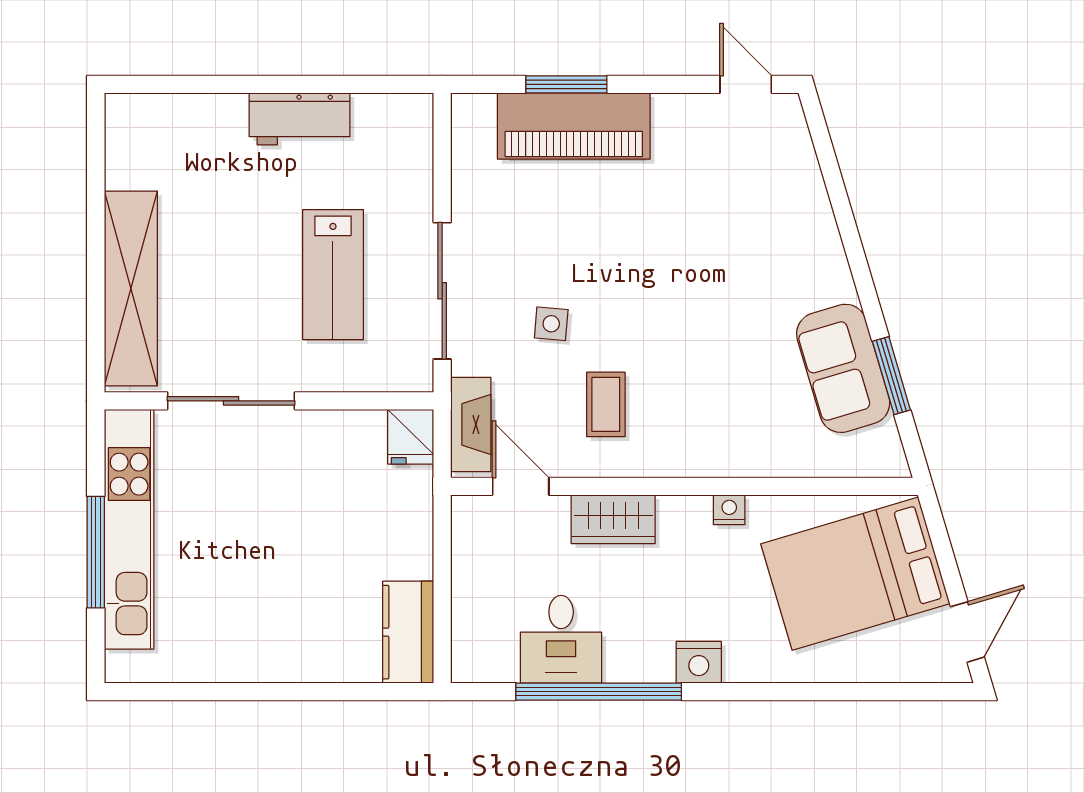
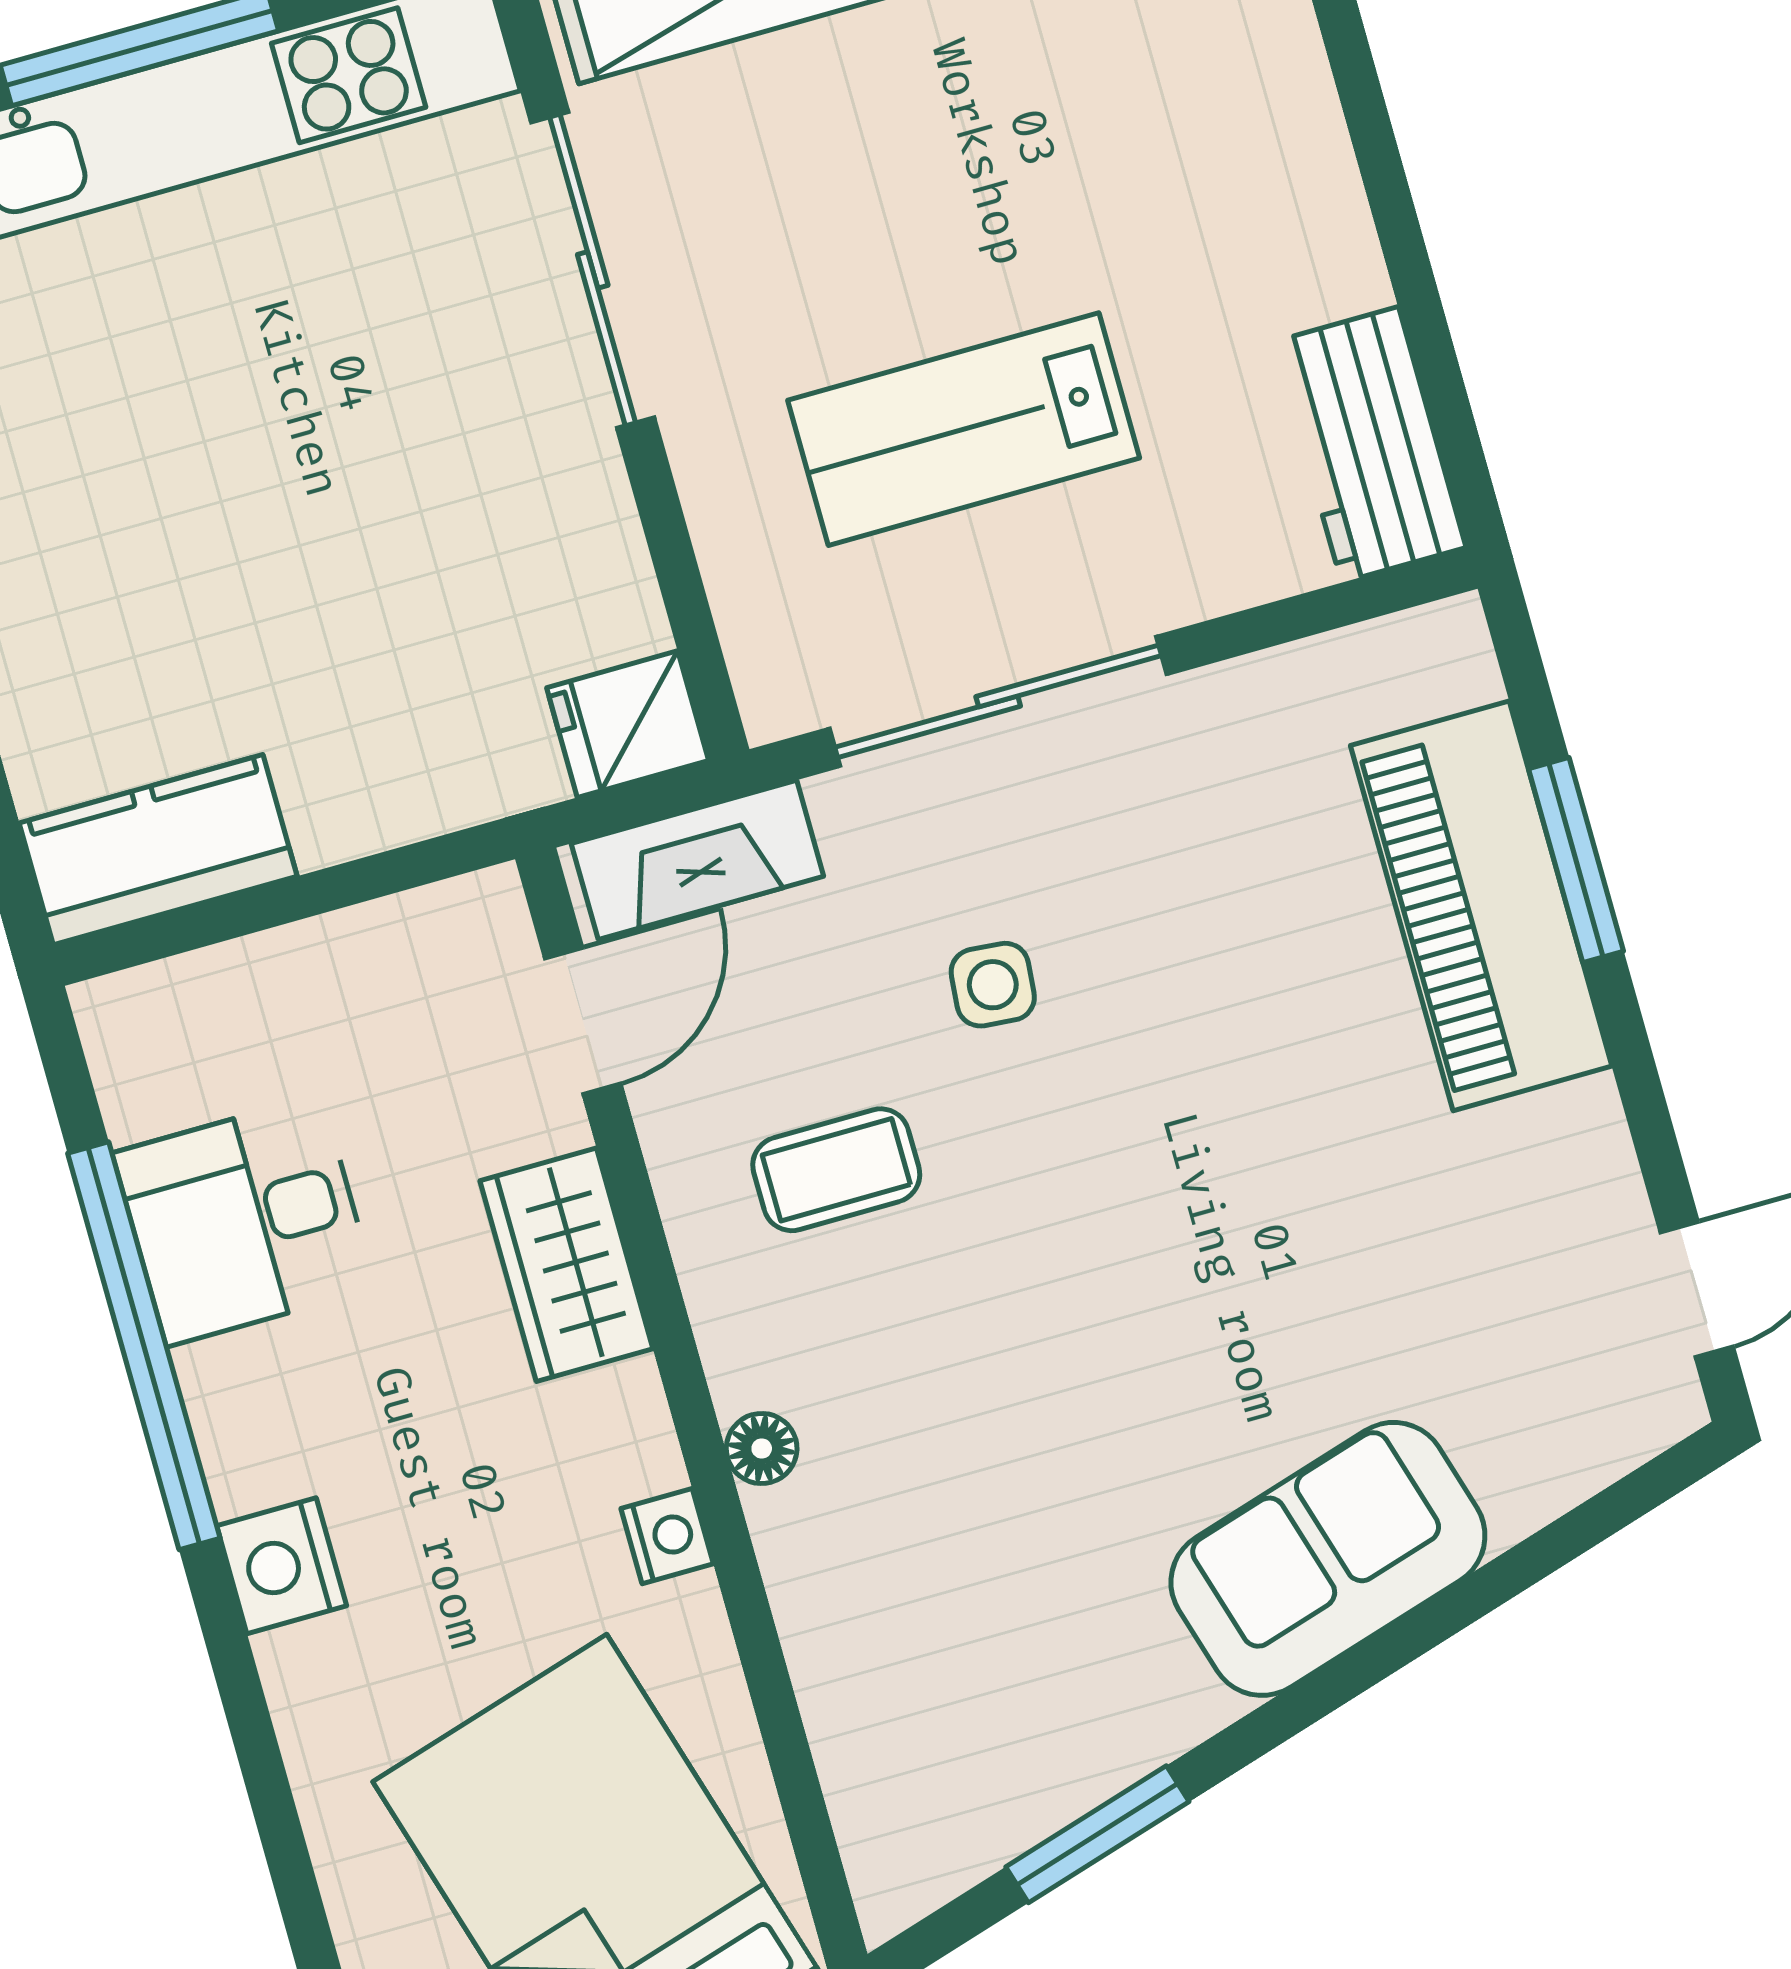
workbench: (300, 119) -> (1370, 445), moved
sofa: (843, 368) -> (1328, 1559), moved
floor lamp: (706, 464) -> (762, 1448), added

